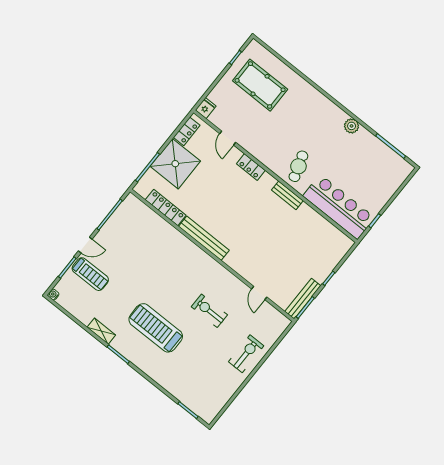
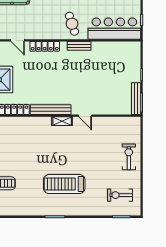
locker: (251, 167) -> (45, 46), width x1.53
door: (259, 293) -> (85, 116), moved
exercise bike: (209, 311) -> (120, 195), moved
shelving: (101, 331) -> (62, 121), moved

